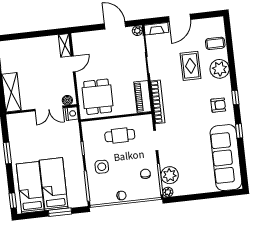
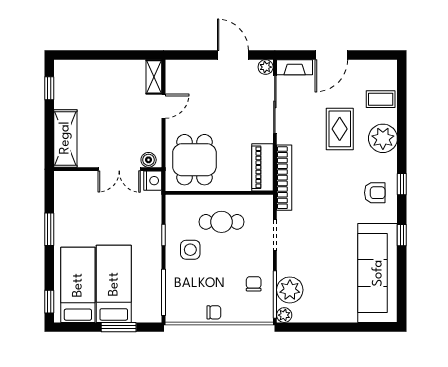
side table: (102, 167) -> (190, 250), moved

